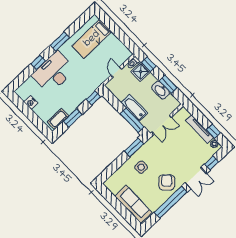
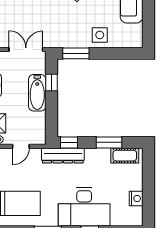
dresser: (90, 88) -> (63, 156), added
window: (132, 120) -> (51, 83), width x0.46
side table: (141, 167) -> (100, 35), moved

